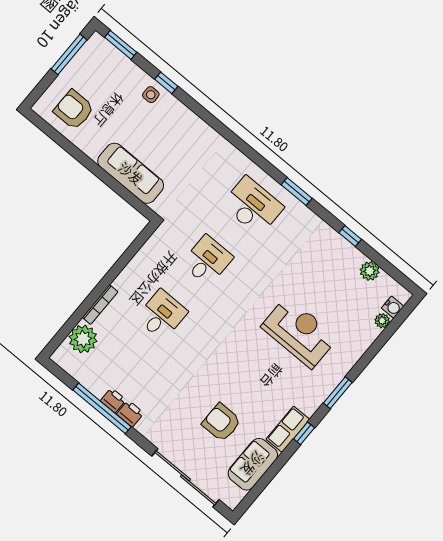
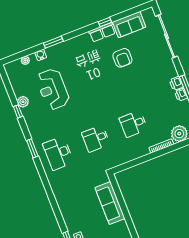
plant: (370, 271) -> (23, 102), moved
water cooler: (393, 307) -> (41, 55), moved
reception desk: (299, 332) -> (53, 89), moved
window: (338, 393) -> (53, 42), moved
armchair: (222, 422) -> (122, 58), moved
window: (304, 433) -> (105, 22), moved

